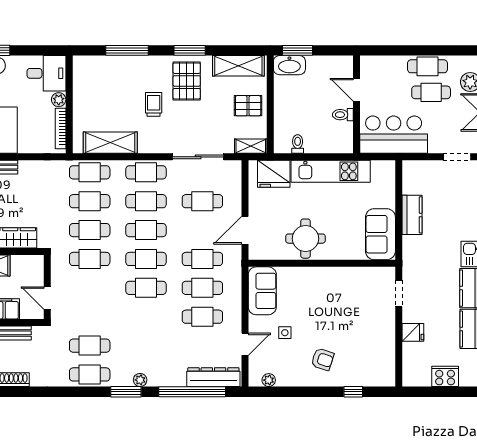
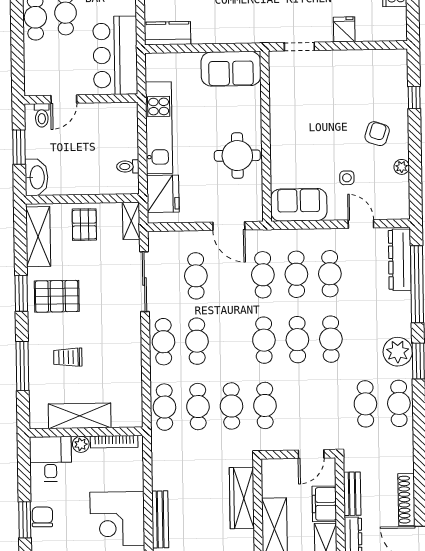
window: (298, 50) -> (19, 147), moved
trolley: (154, 104) -> (68, 357), moved
toilet: (343, 115) -> (42, 115), moved
shelving: (110, 143) -> (80, 416), moved, turned 90
kitchen counter: (412, 215) -> (168, 33), moved
cafe table: (146, 230) -> (331, 339), moved
plant: (140, 380) -> (398, 352), width x1.88, depth x1.88
plant: (269, 380) -> (402, 167), moved

